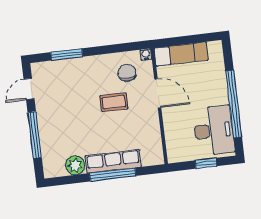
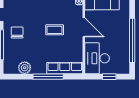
chair: (127, 73) -> (17, 33), moved
desk: (214, 131) -> (97, 58), moved, turned 180
row of seats: (113, 161) -> (65, 68), moved

